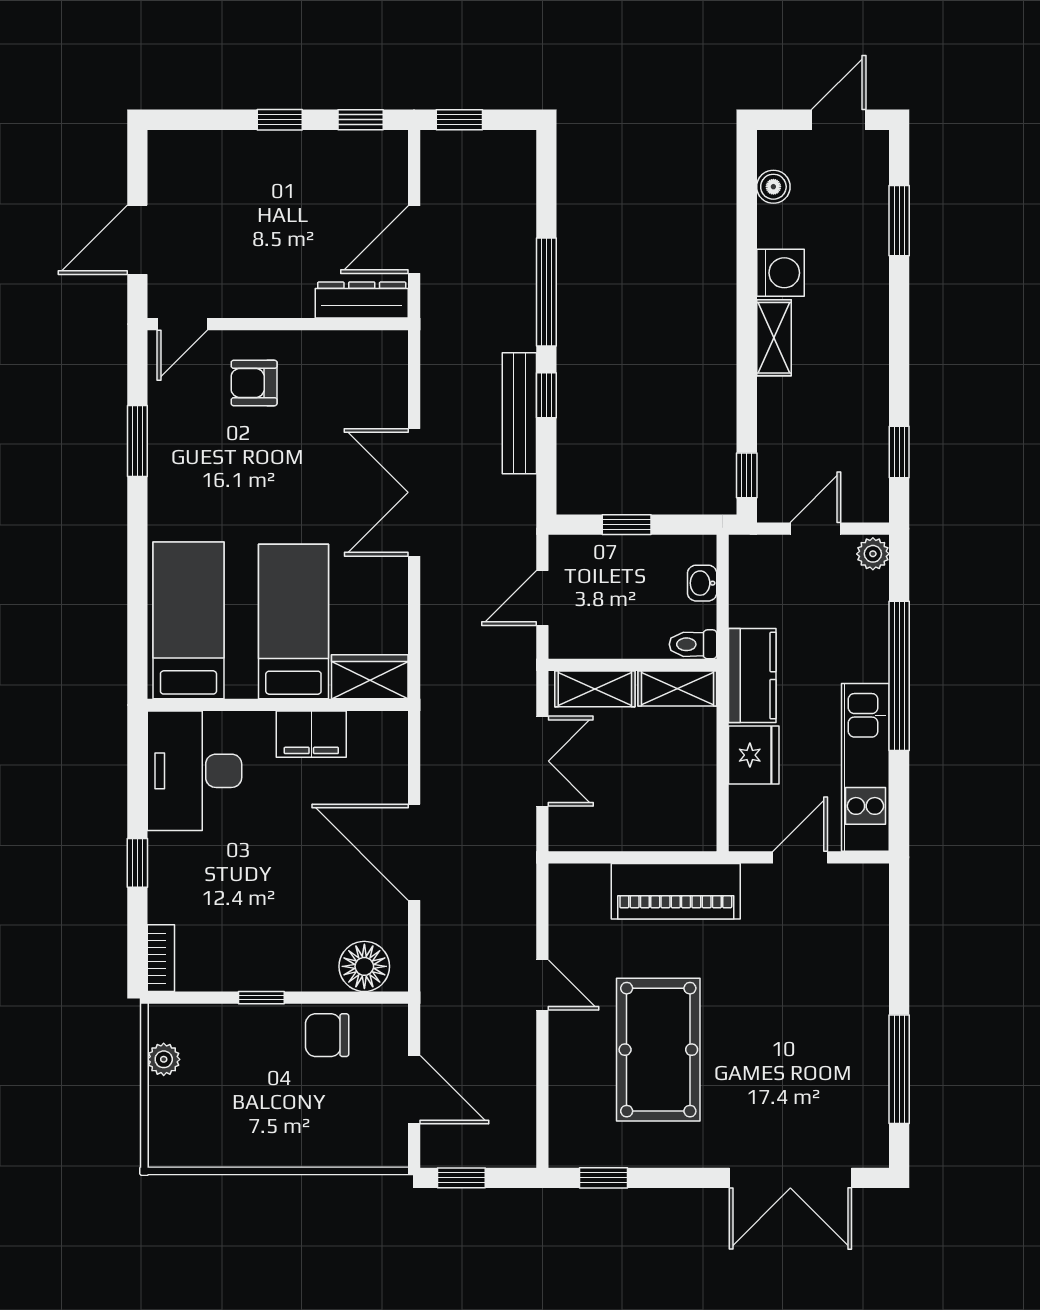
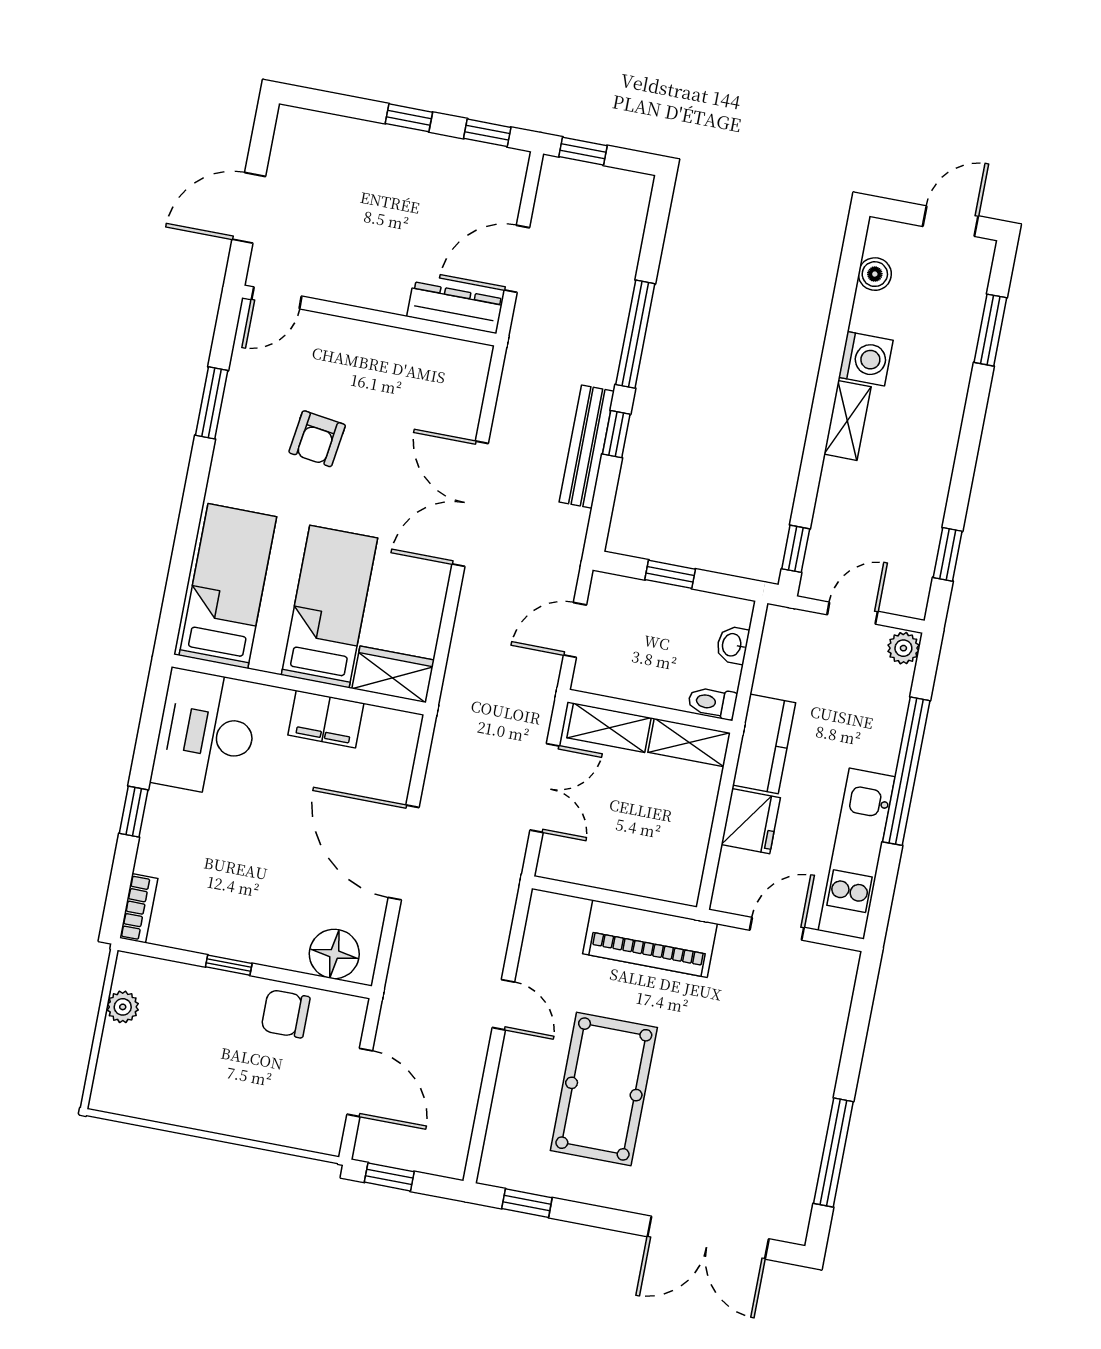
armchair: (254, 383) -> (317, 439), moved, turned -82

